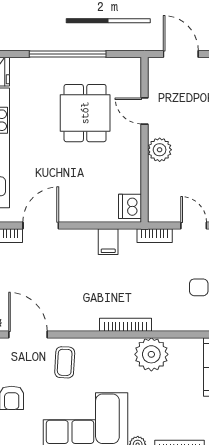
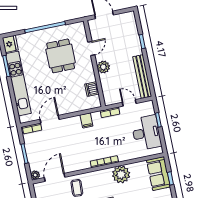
door: (145, 111) -> (91, 48), swing flipped
dishwasher: (130, 206) -> (92, 89), moved
door: (28, 334) -> (55, 177), hinge flipped

